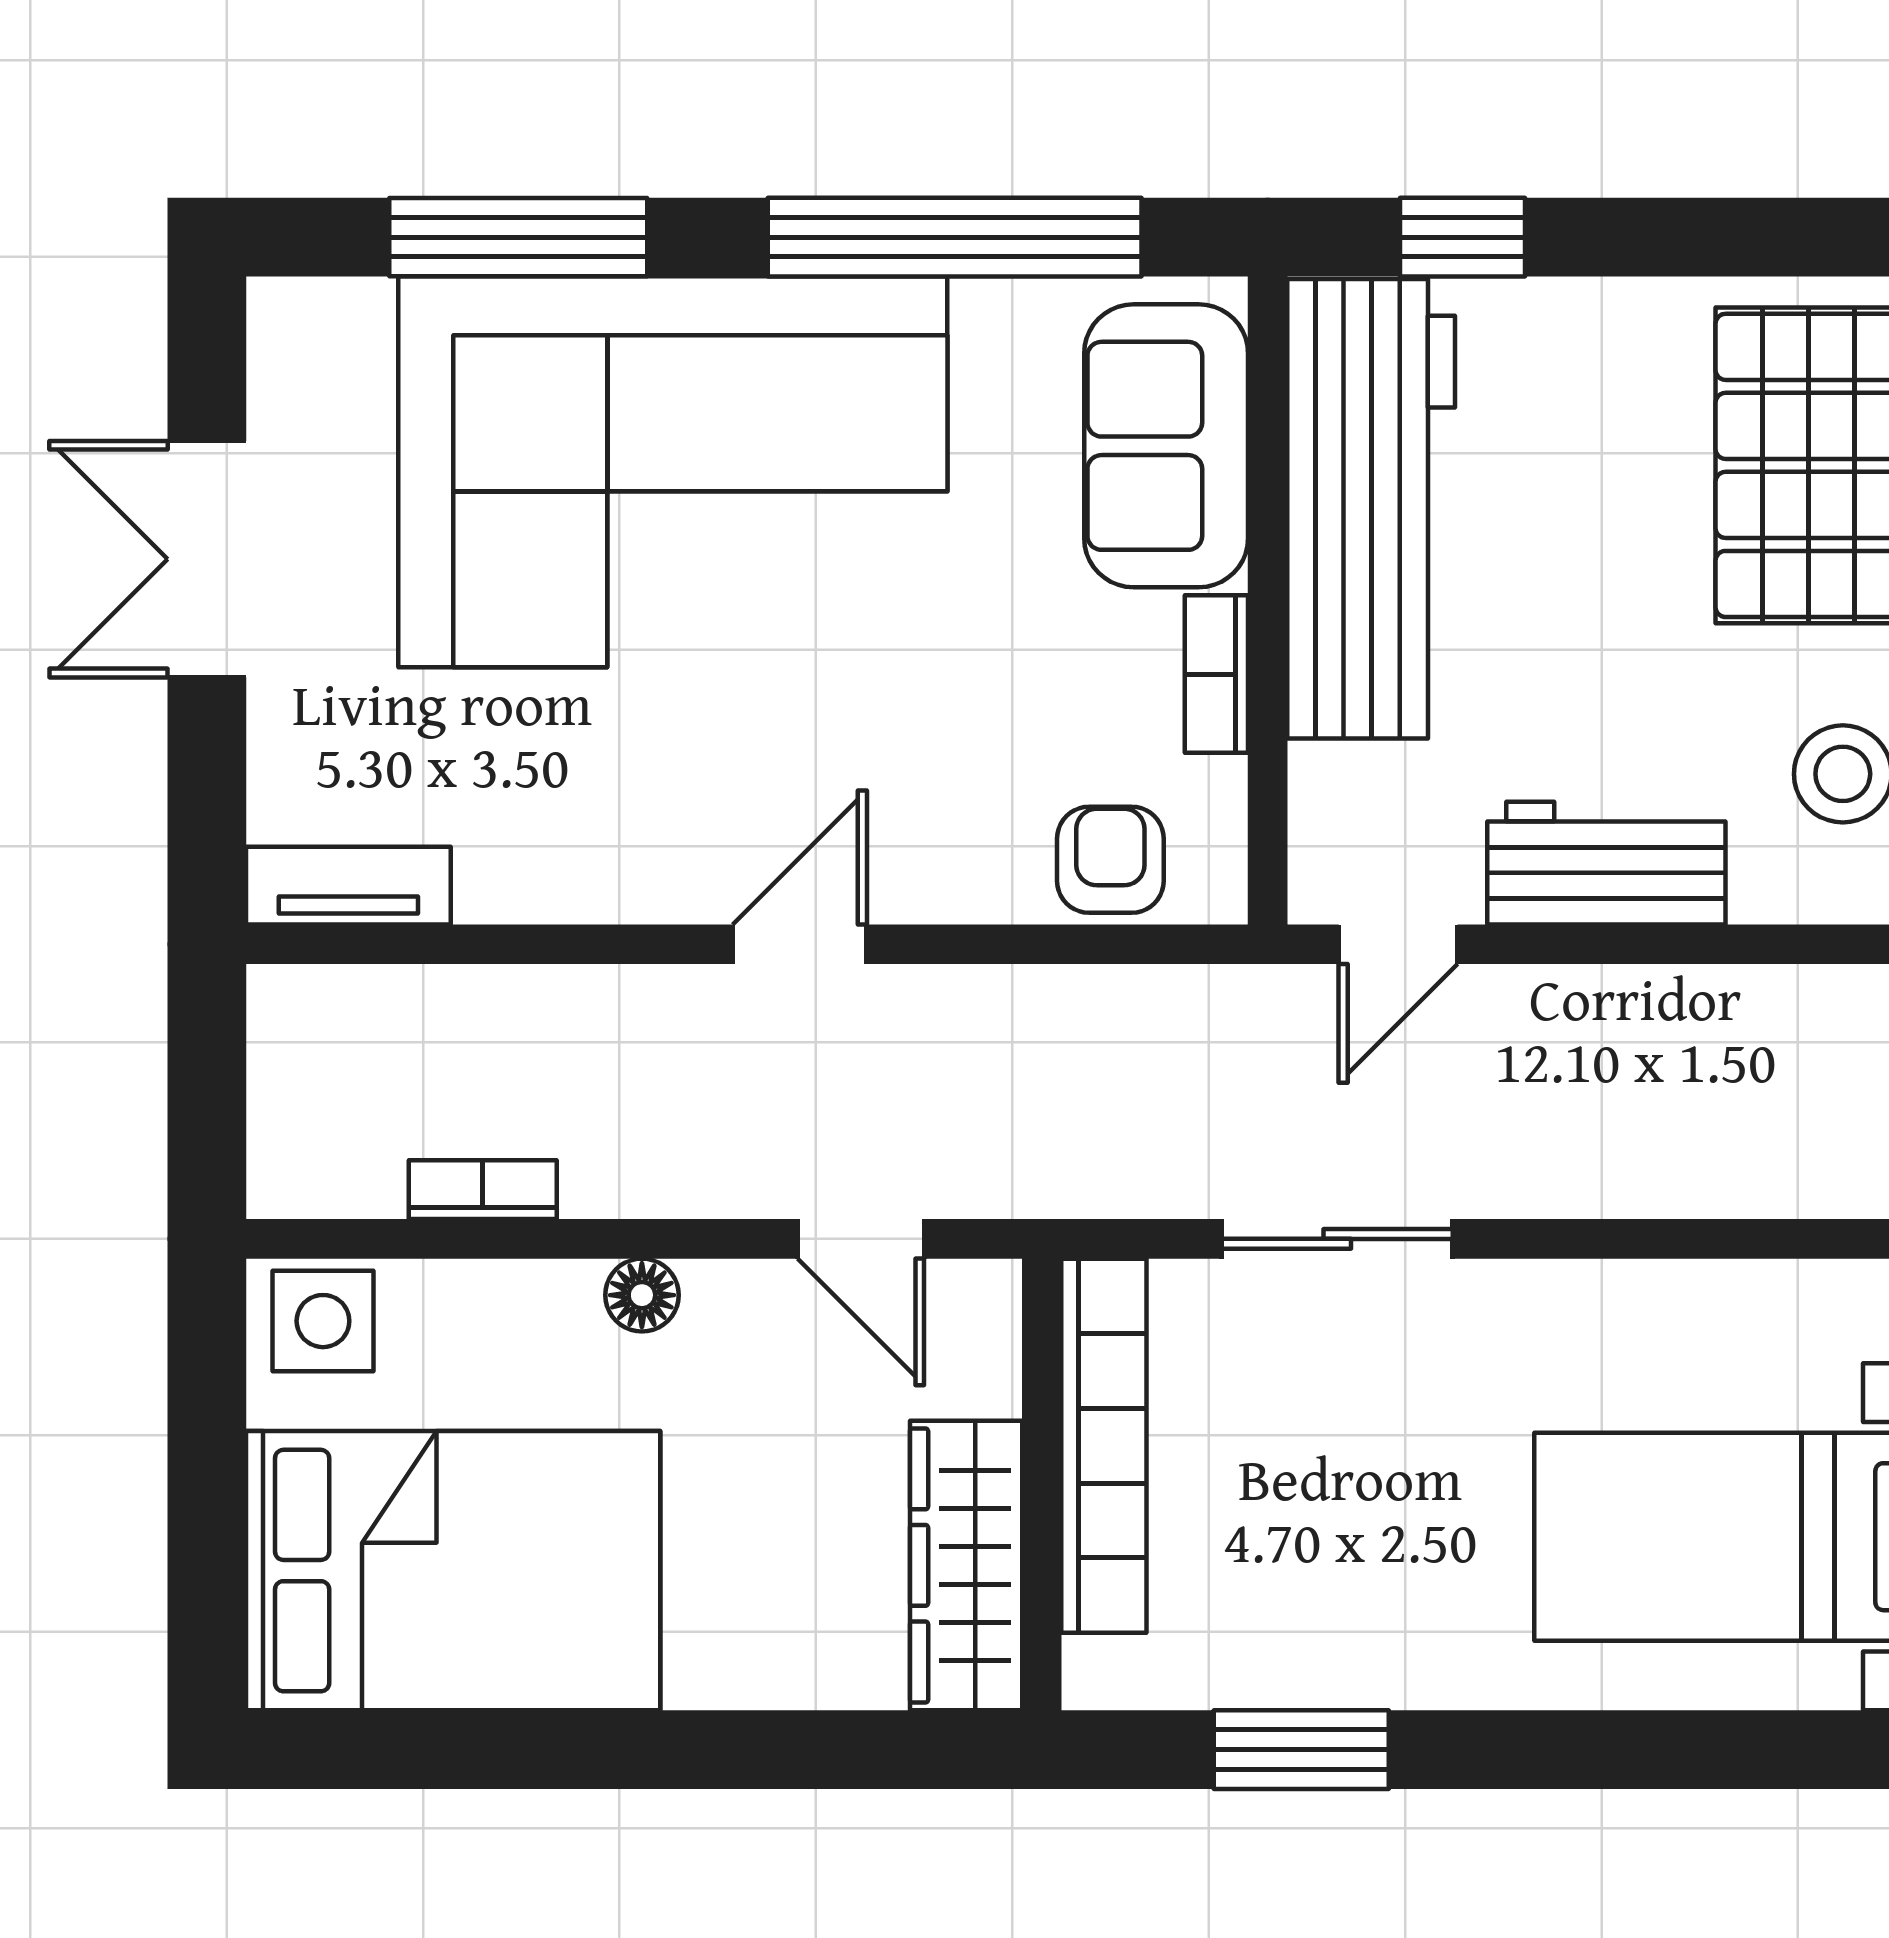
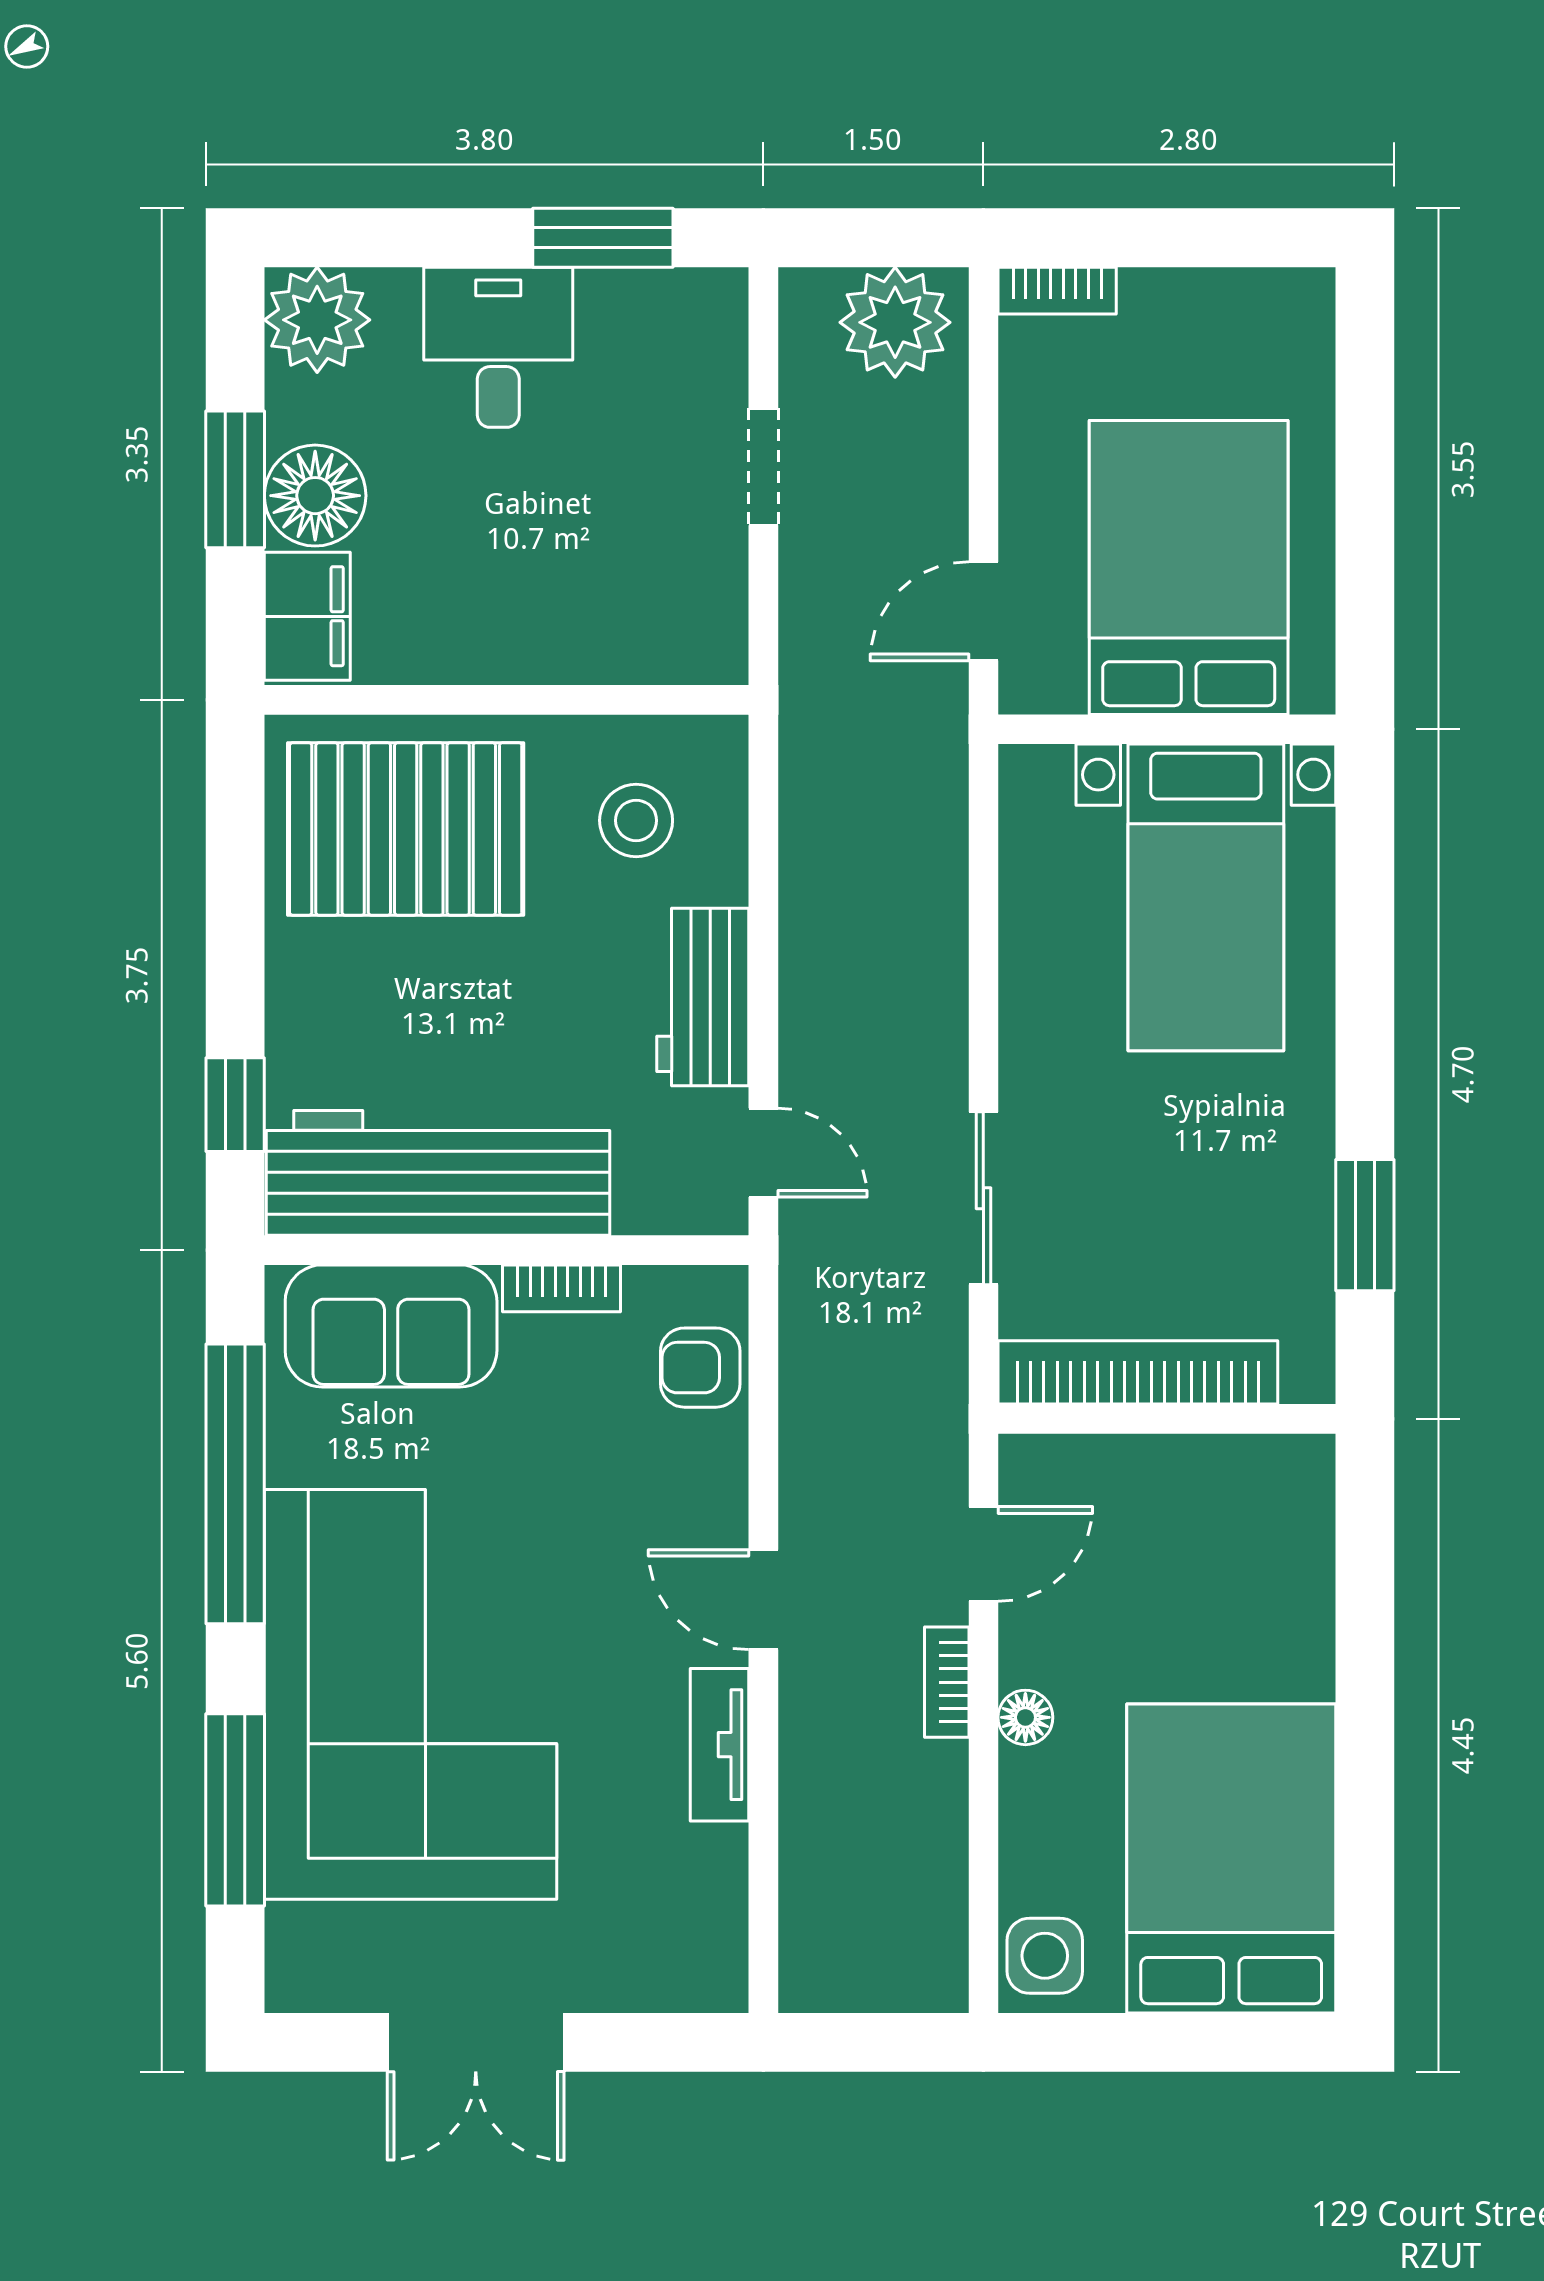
tv unit: (348, 886) -> (720, 1745), moved
bookcase: (483, 1190) -> (947, 1682), moved
wardrobe: (966, 1565) -> (1227, 1475), removed

